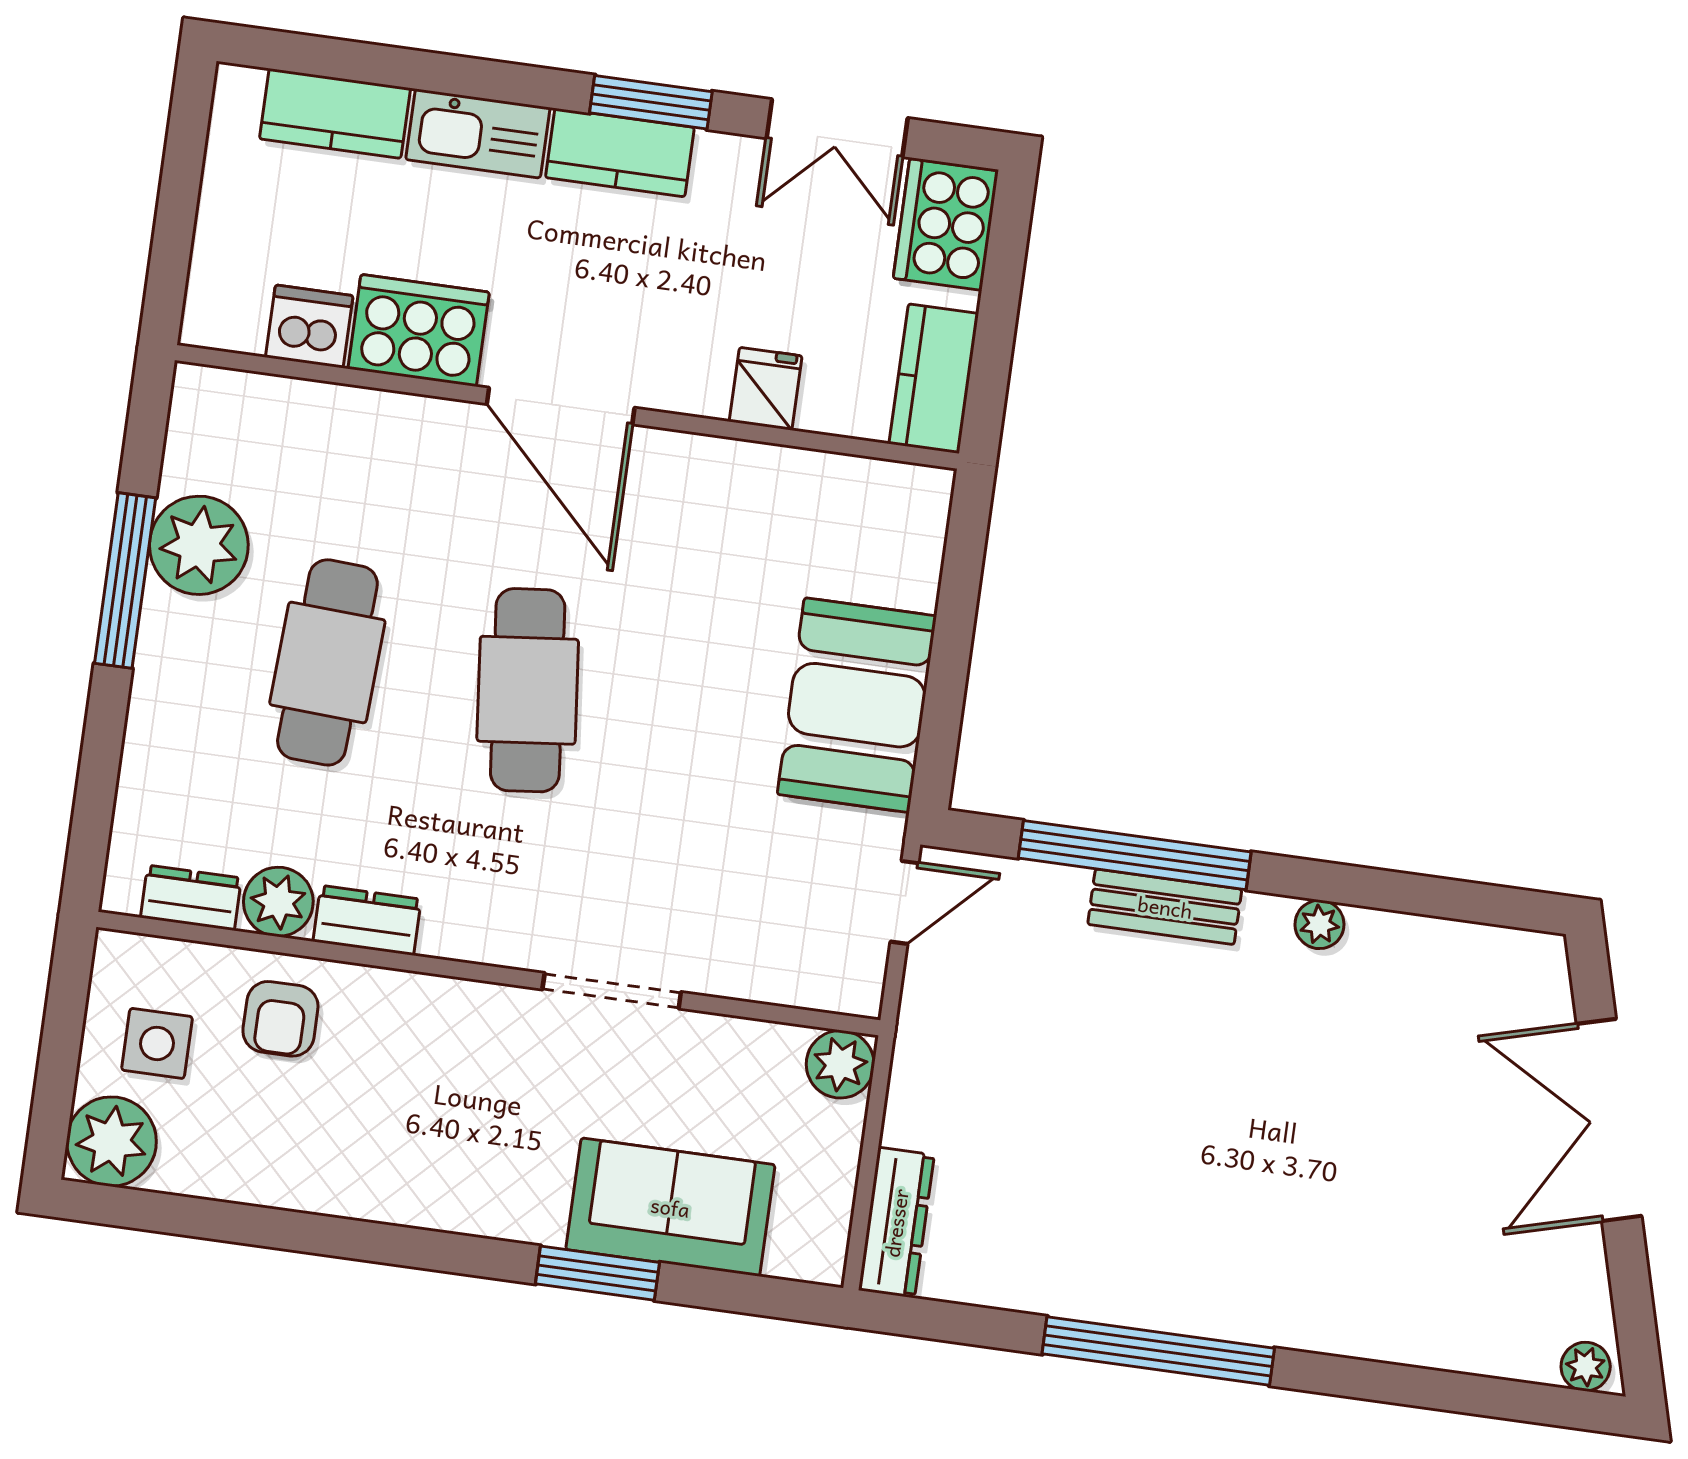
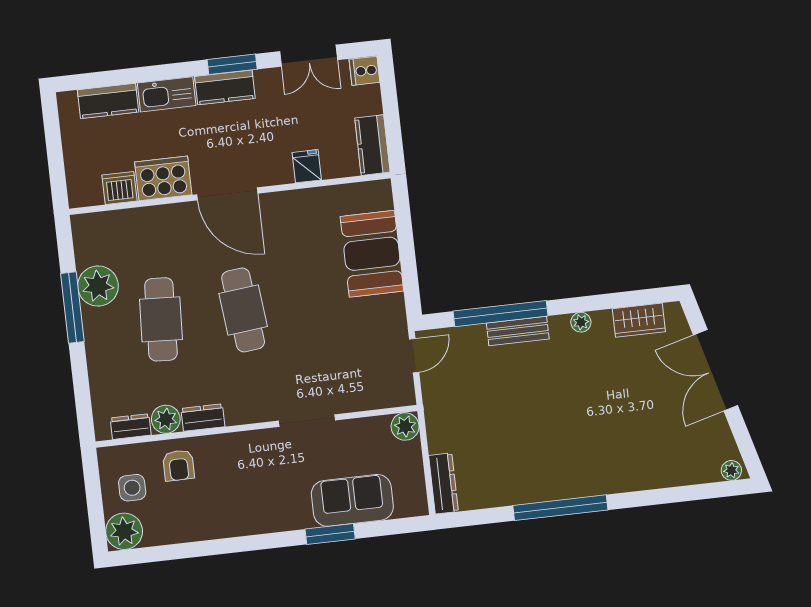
cooker: (946, 225) -> (364, 71), width x0.53, depth x0.76
booth: (857, 705) -> (372, 254), moved
wardrobe: (1458, 955) -> (639, 320), added

